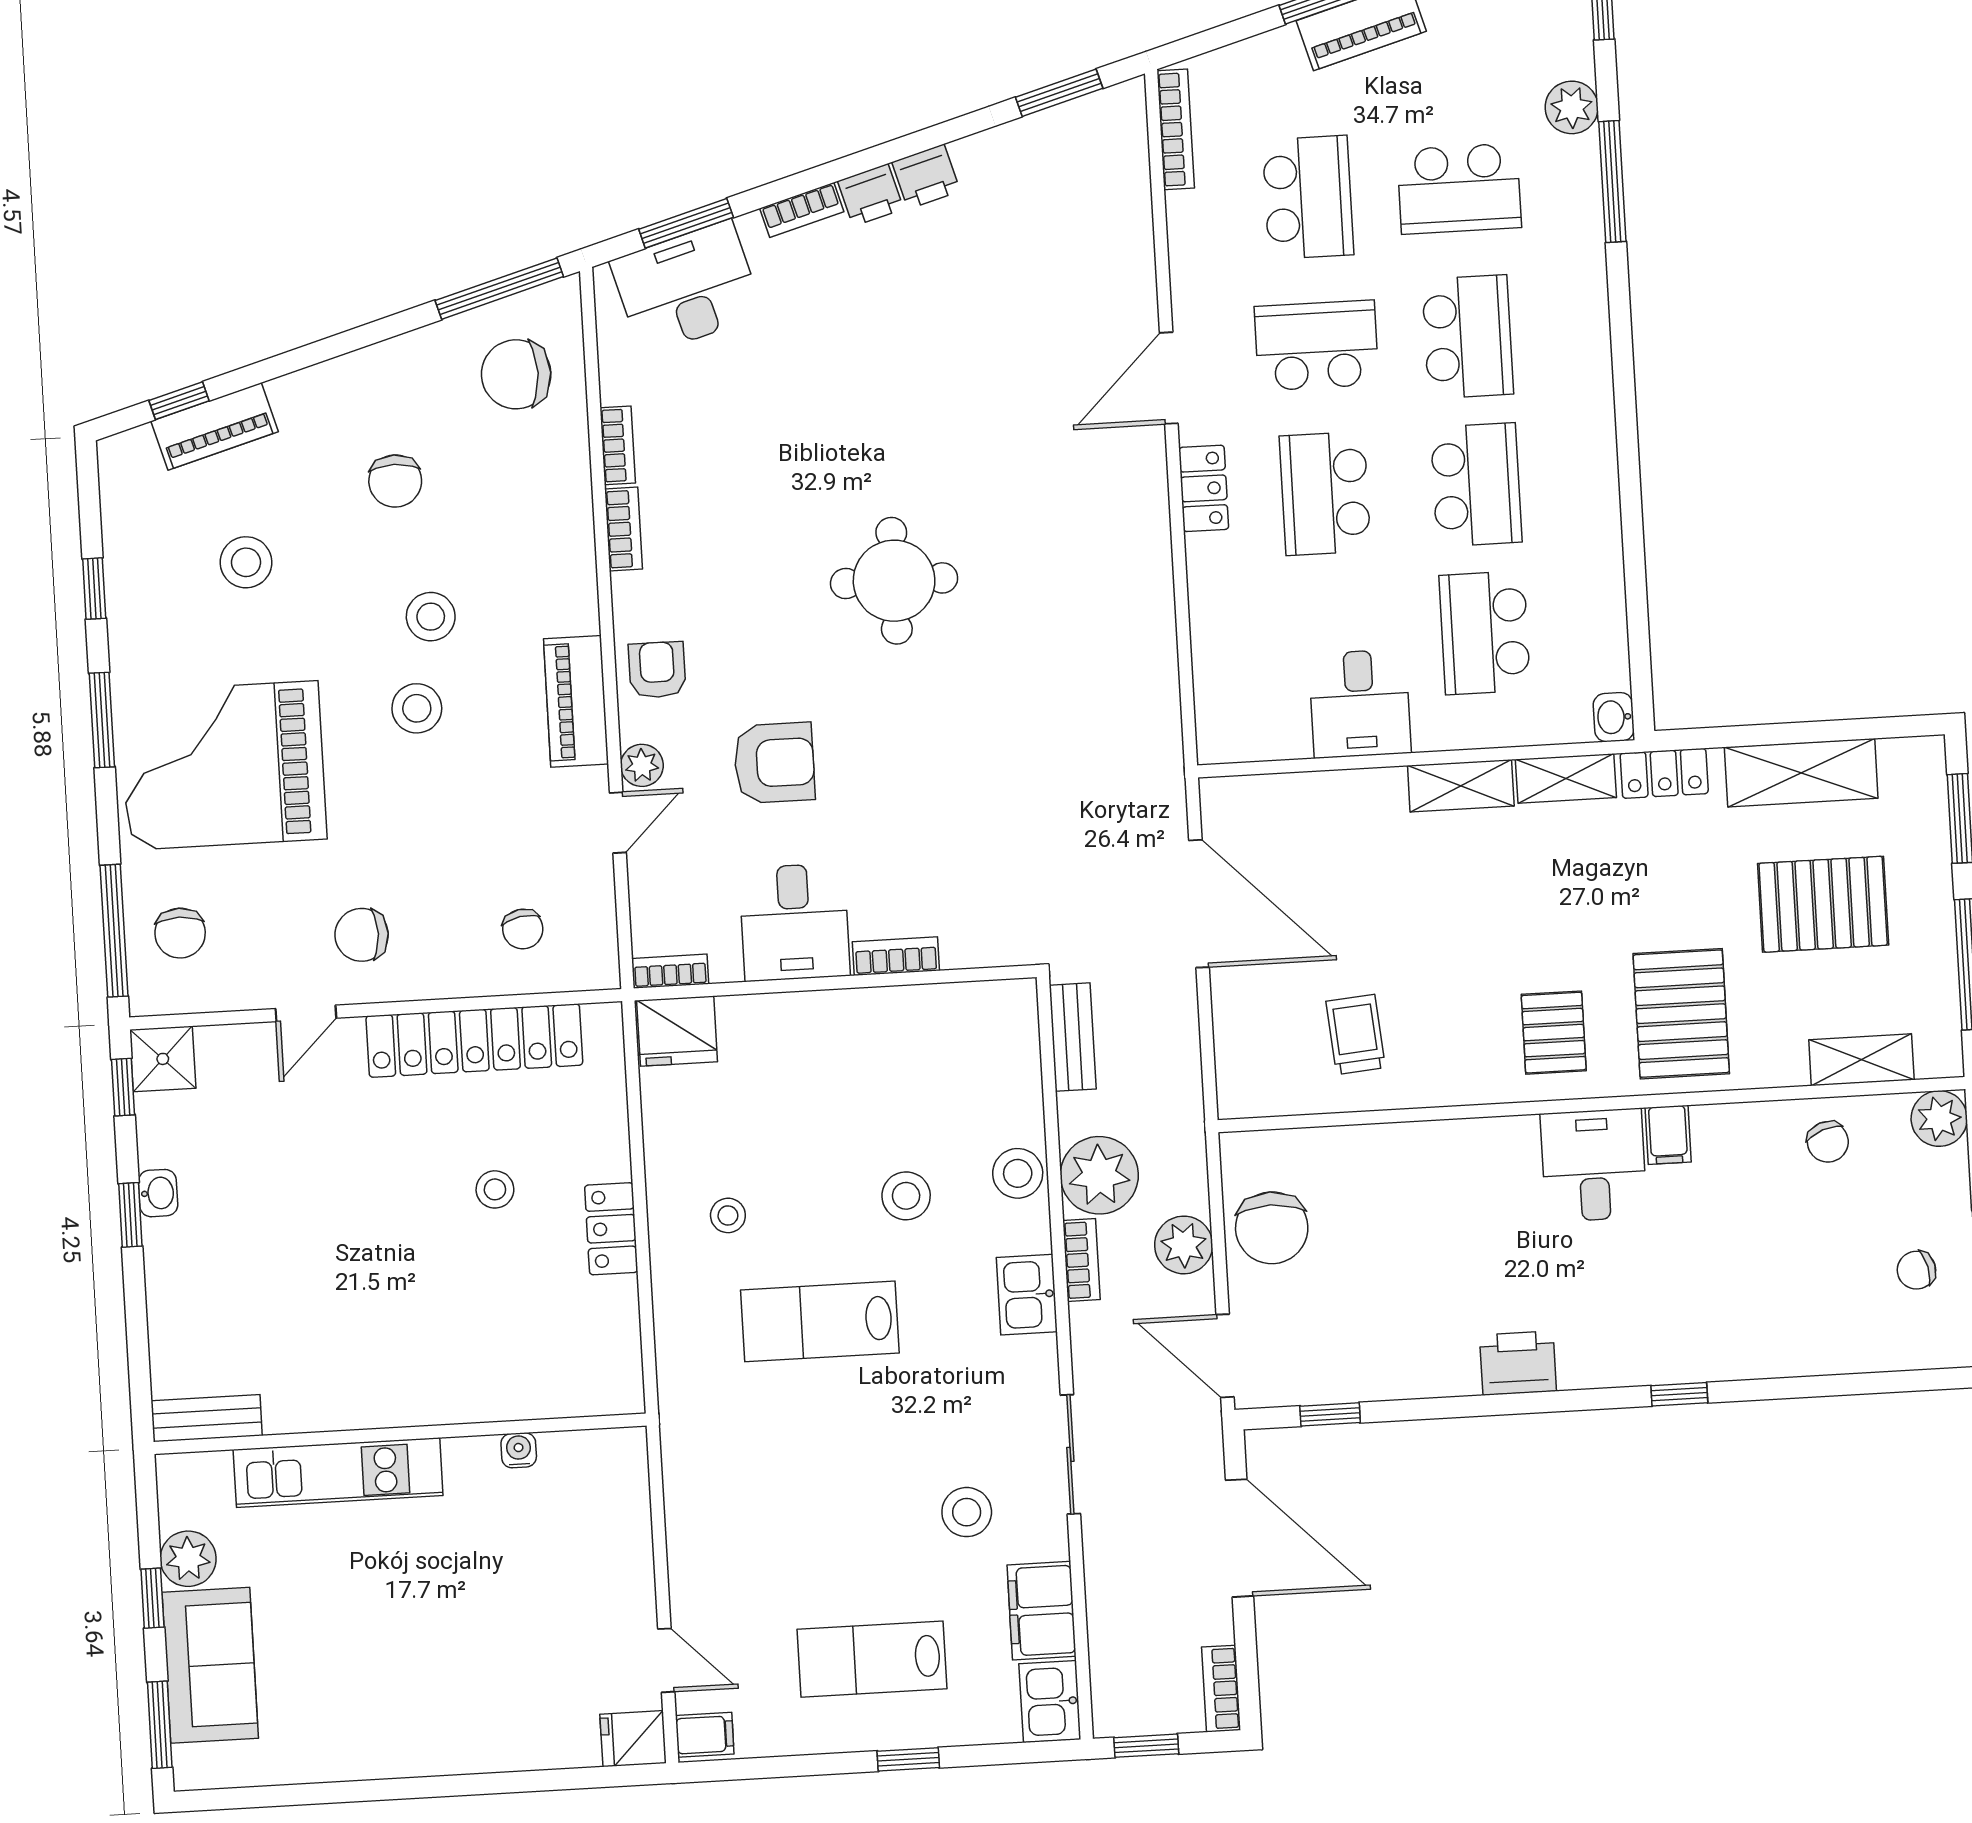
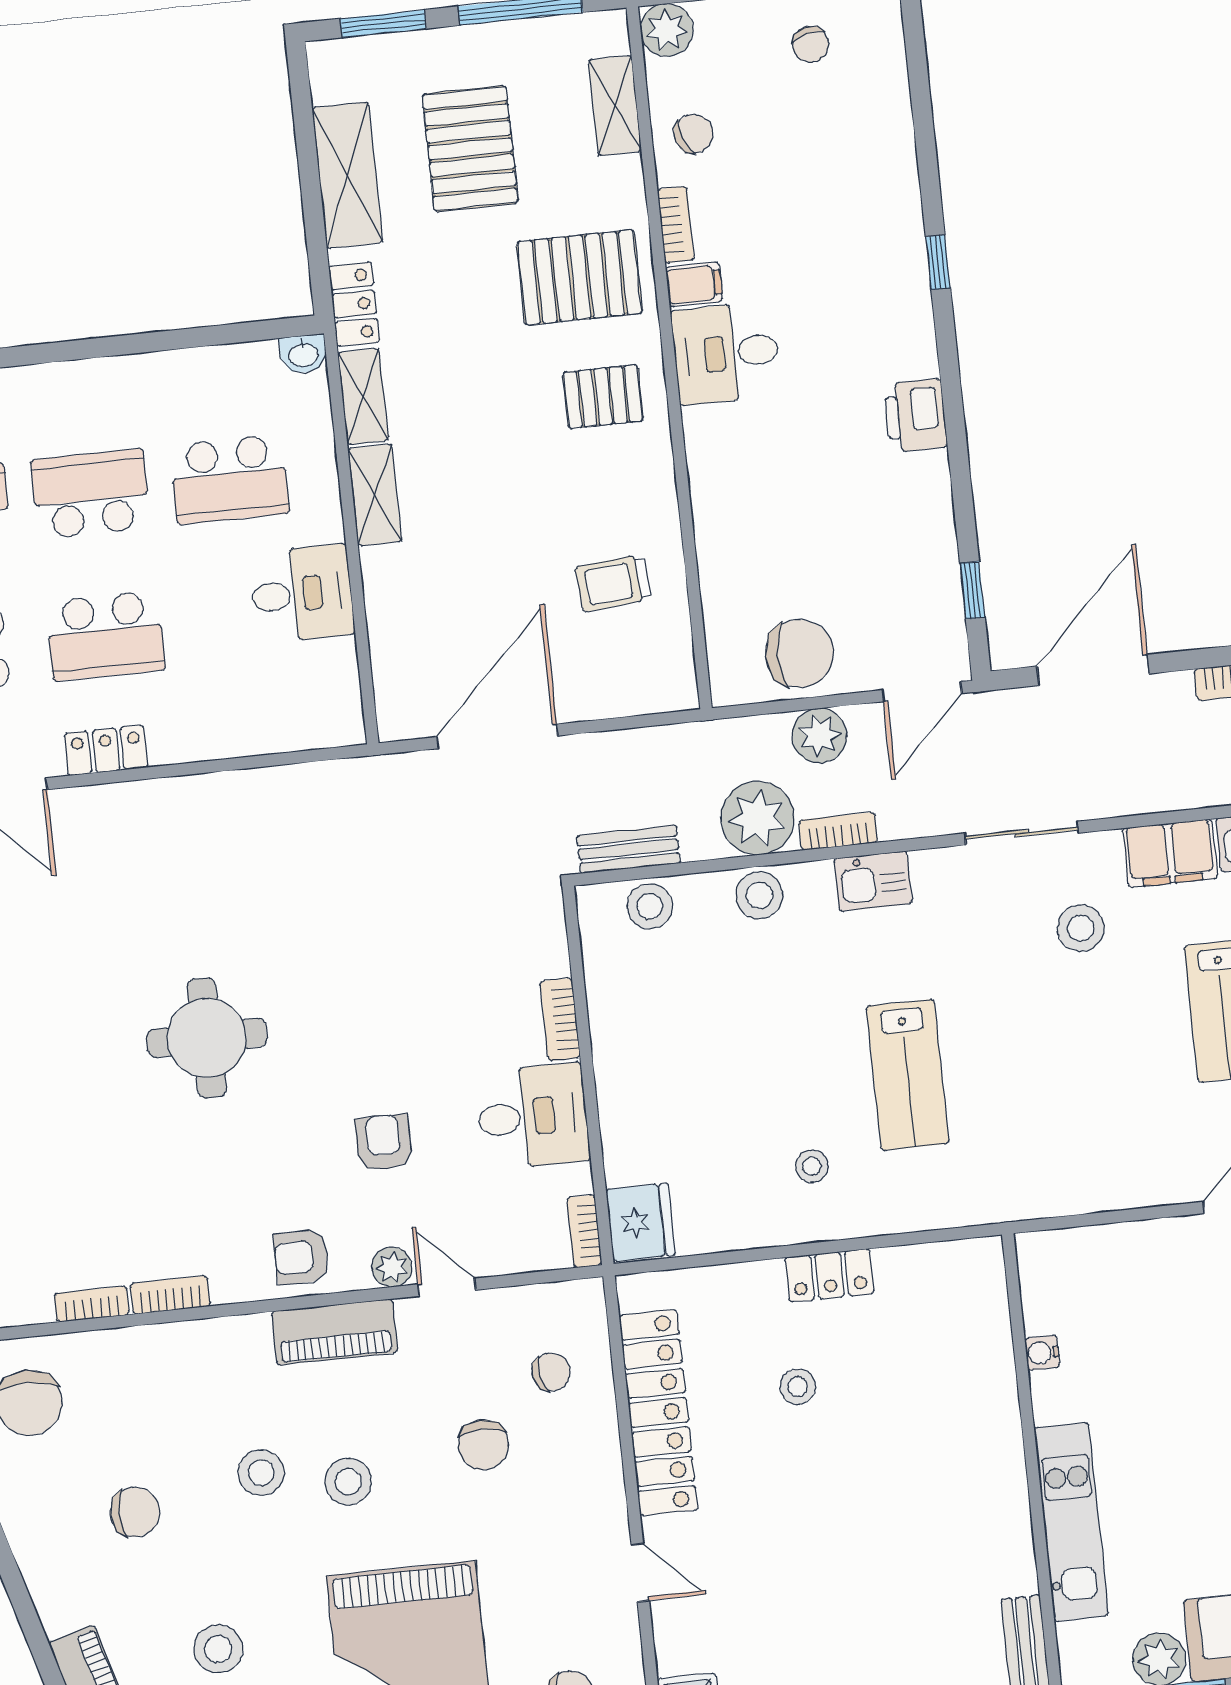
armchair: (774, 763) -> (384, 1143), width x0.72, depth x0.72
chair: (362, 935) -> (483, 1445), moved
bookcase: (1732, 1118) -> (676, 225), added
stool: (906, 1196) -> (650, 906), moved

